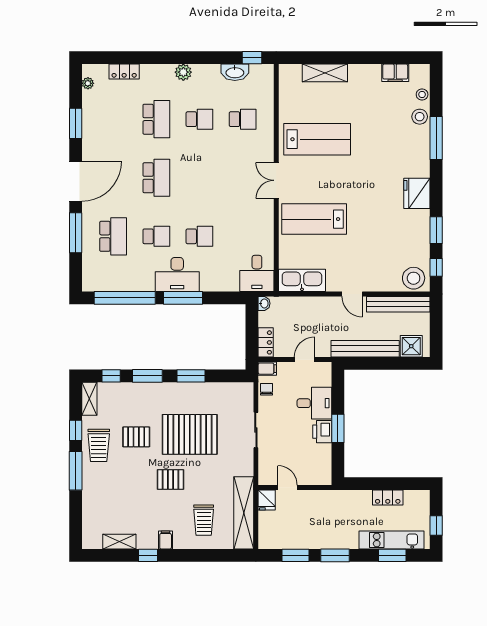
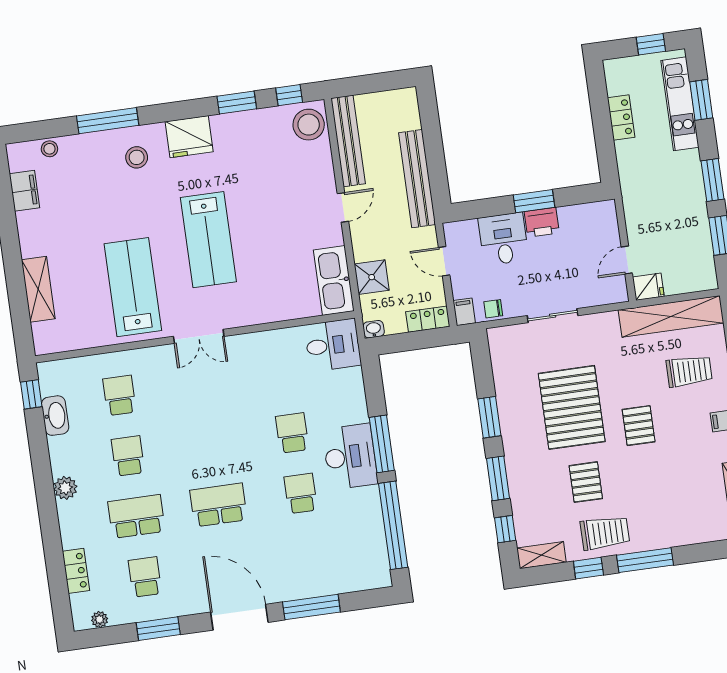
stool: (420, 117) -> (137, 157), moved
lab bench: (314, 219) -> (208, 240), moved
school desk: (113, 236) -> (145, 577), moved, width x0.54
shower: (411, 346) -> (372, 277), moved

